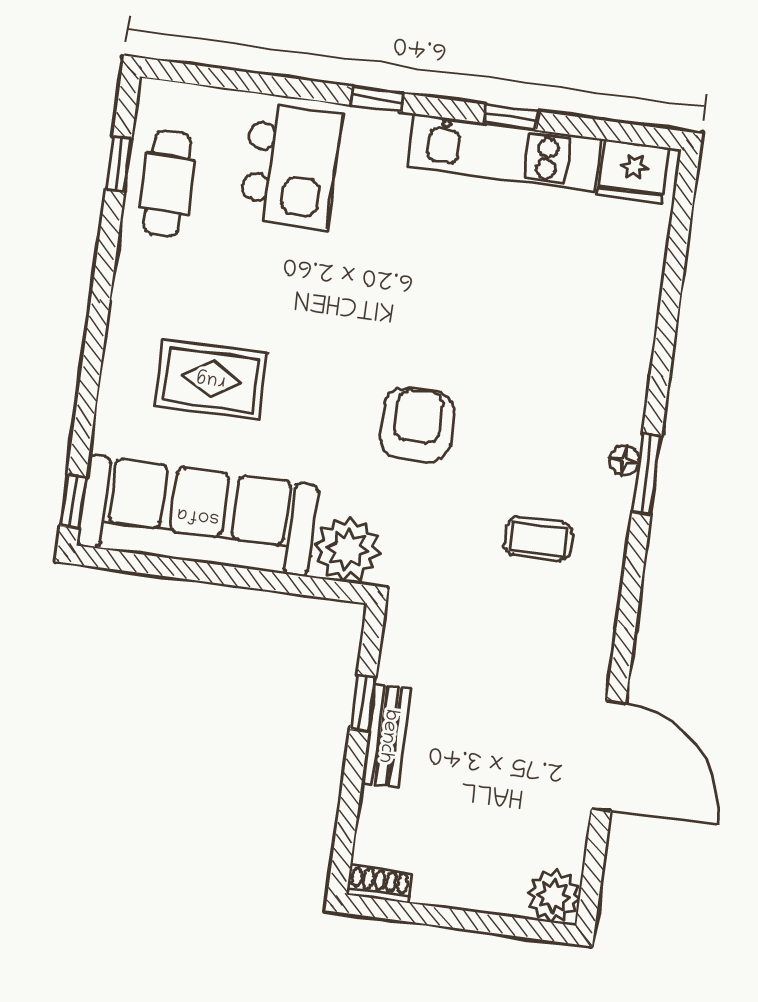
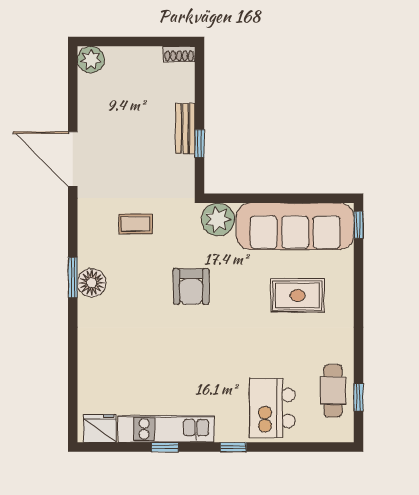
floor lamp: (624, 460) -> (92, 283), width x1.89, depth x1.89
coffee table: (538, 539) -> (136, 224), moved
door: (609, 756) -> (73, 159), moved

